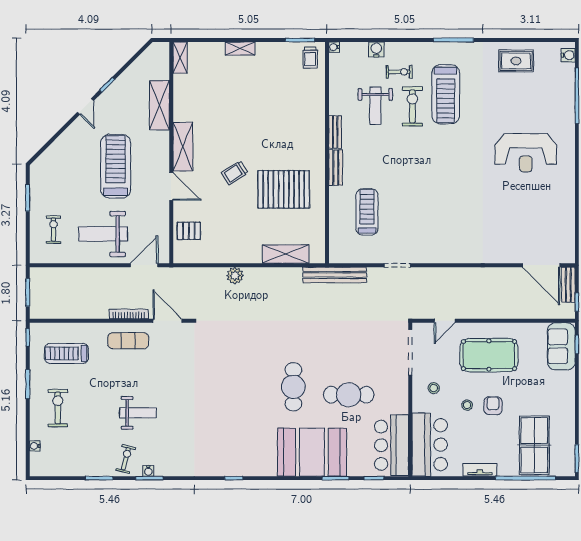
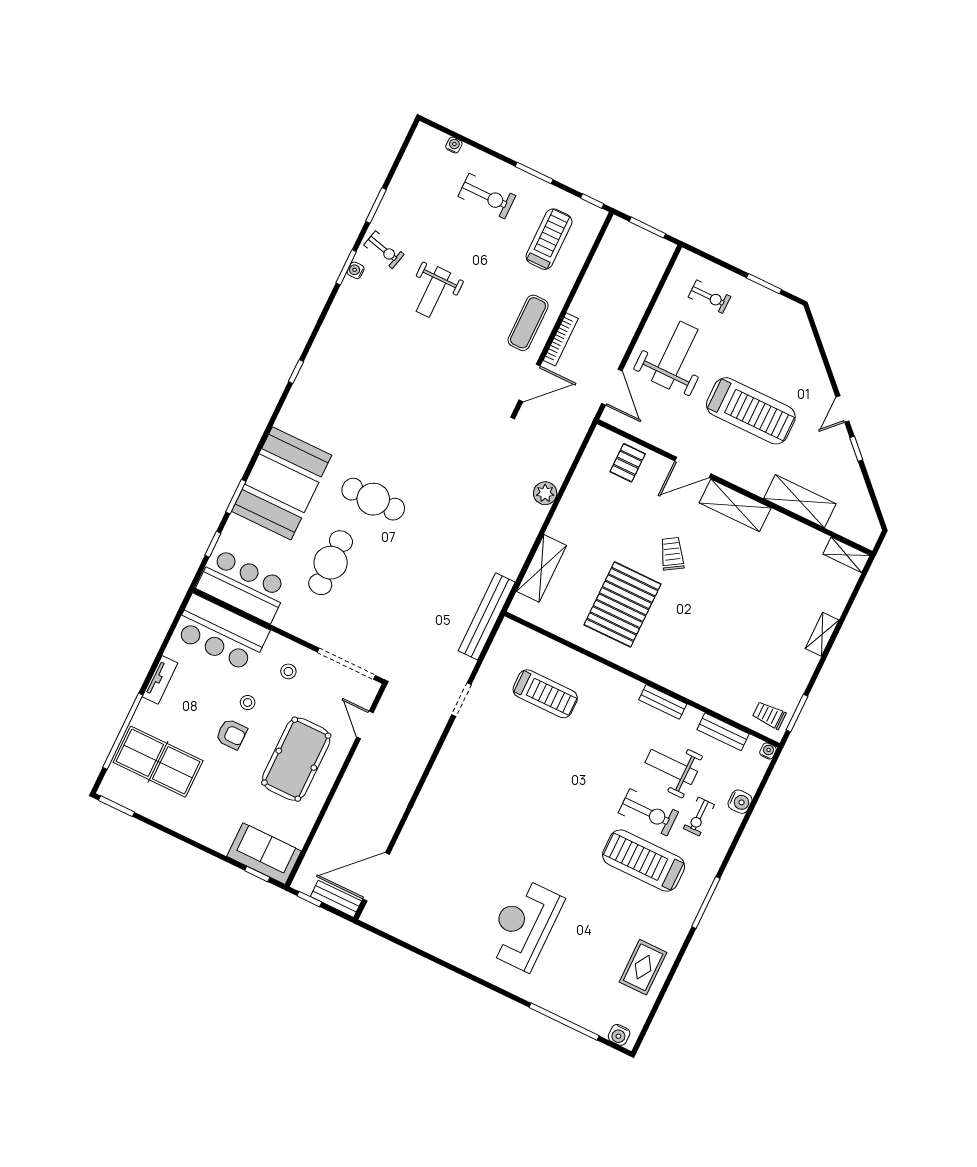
door: (85, 106) -> (842, 409), hinge flipped
bench: (336, 168) -> (723, 732), moved

